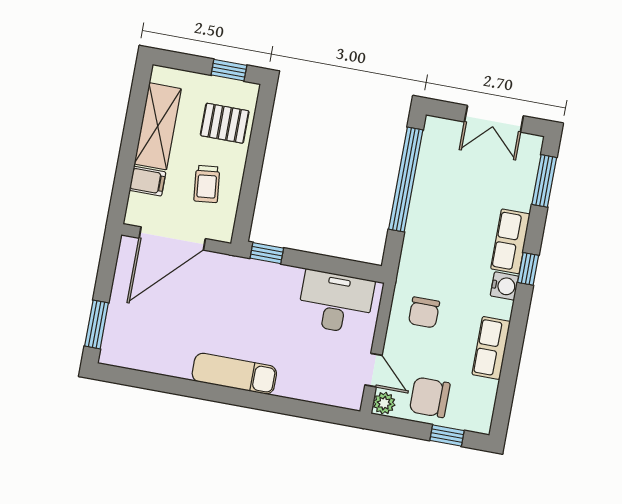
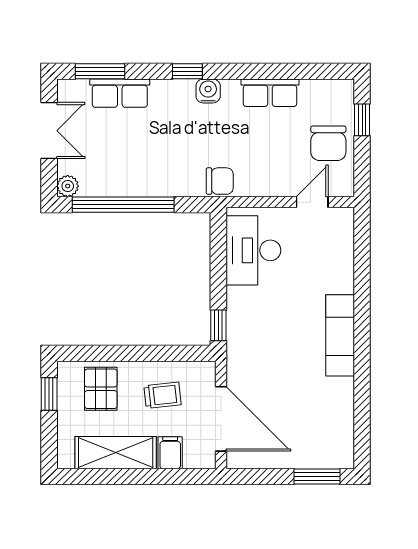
row of seats: (510, 241) -> (120, 93), moved
chair: (424, 312) -> (220, 181), moved
plant: (384, 403) -> (68, 186), moved

